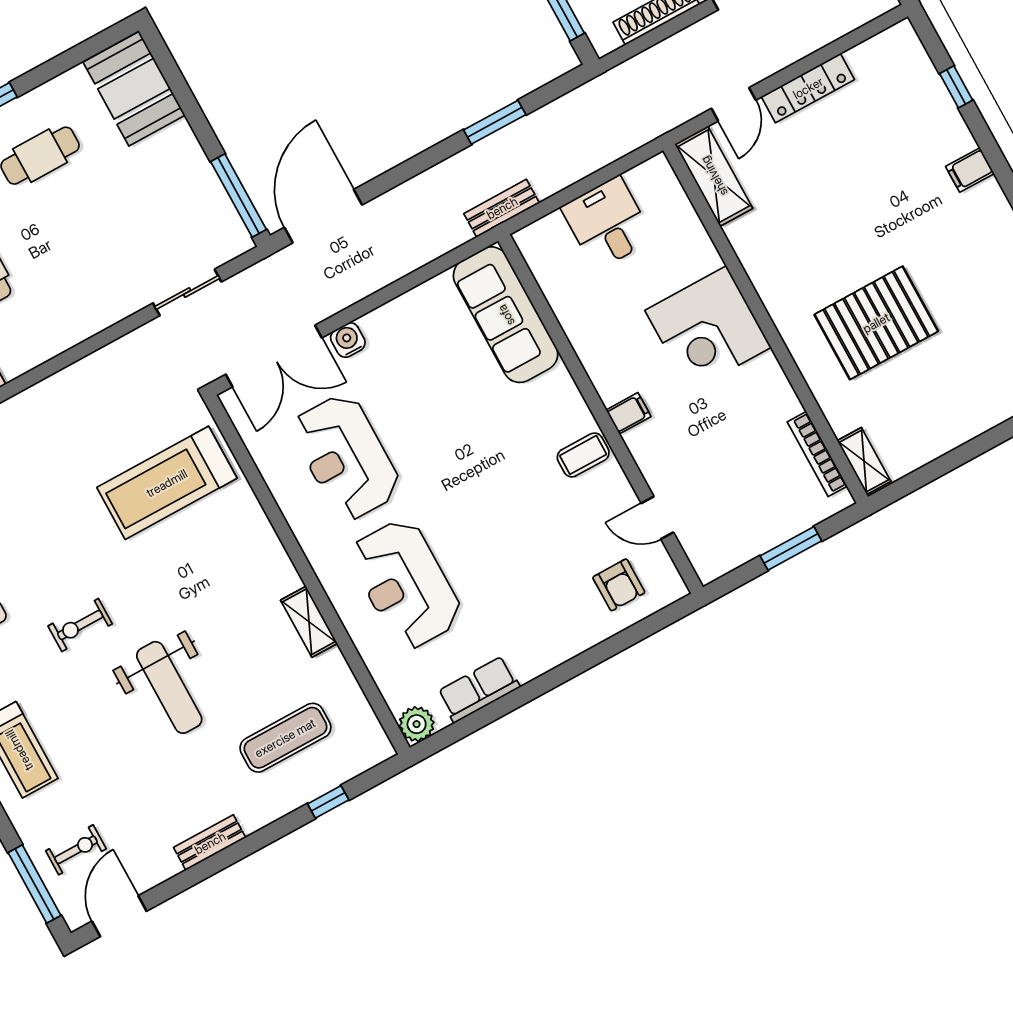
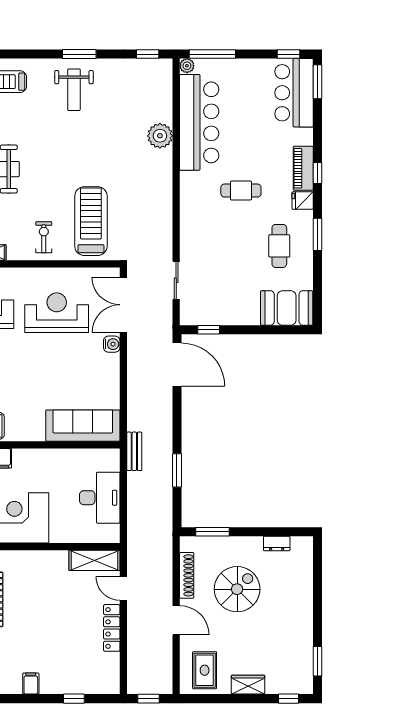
window: (239, 196) -> (209, 330), width x0.46
desk: (607, 223) -> (100, 498), width x1.37
exercise bike: (80, 625) -> (44, 237), moved

